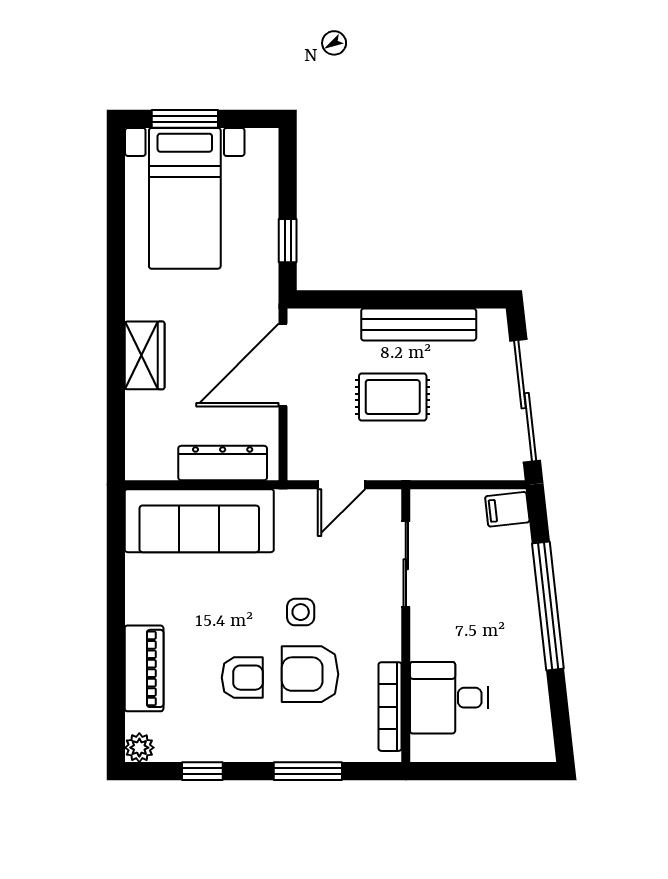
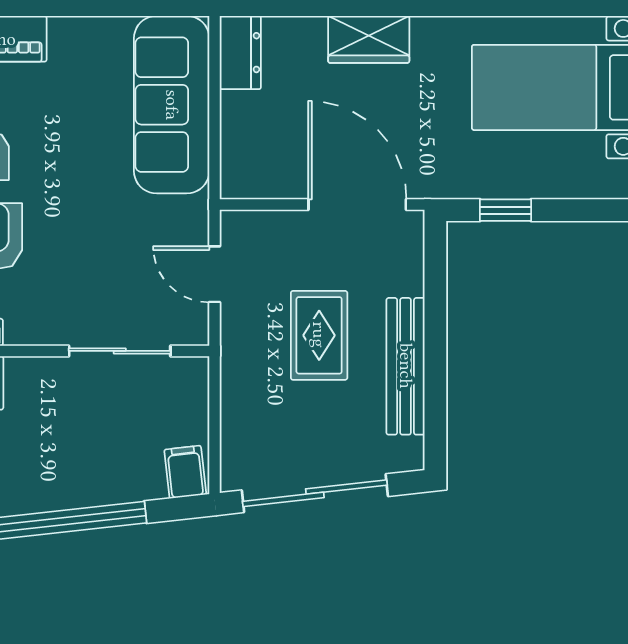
dresser: (223, 463) -> (240, 53), moved, width x0.70
side table: (301, 612) -> (63, 225), removed

